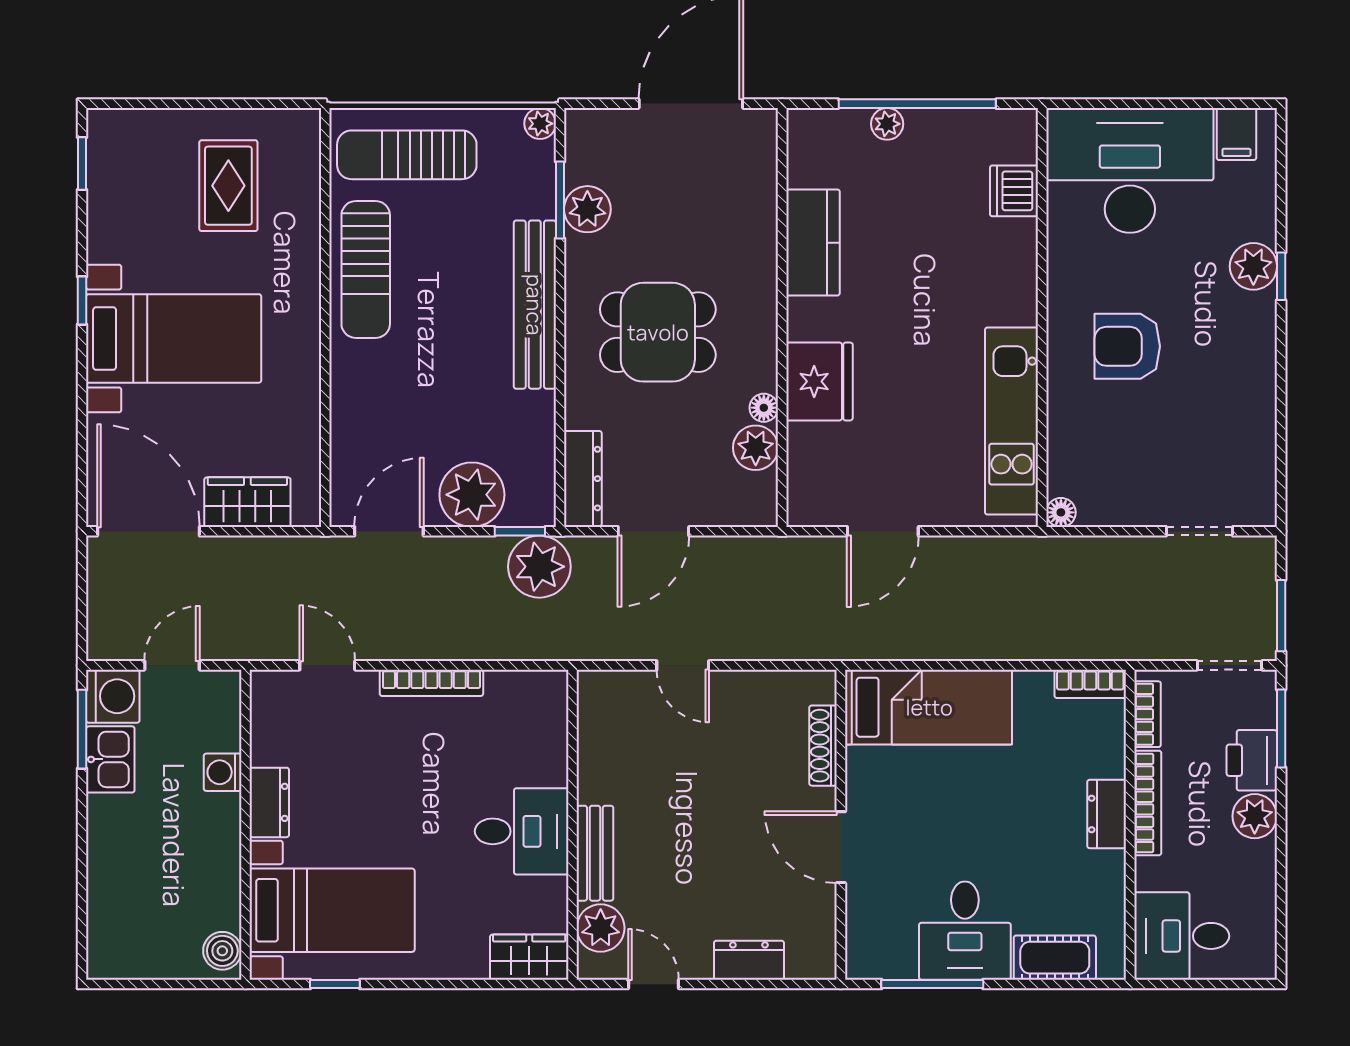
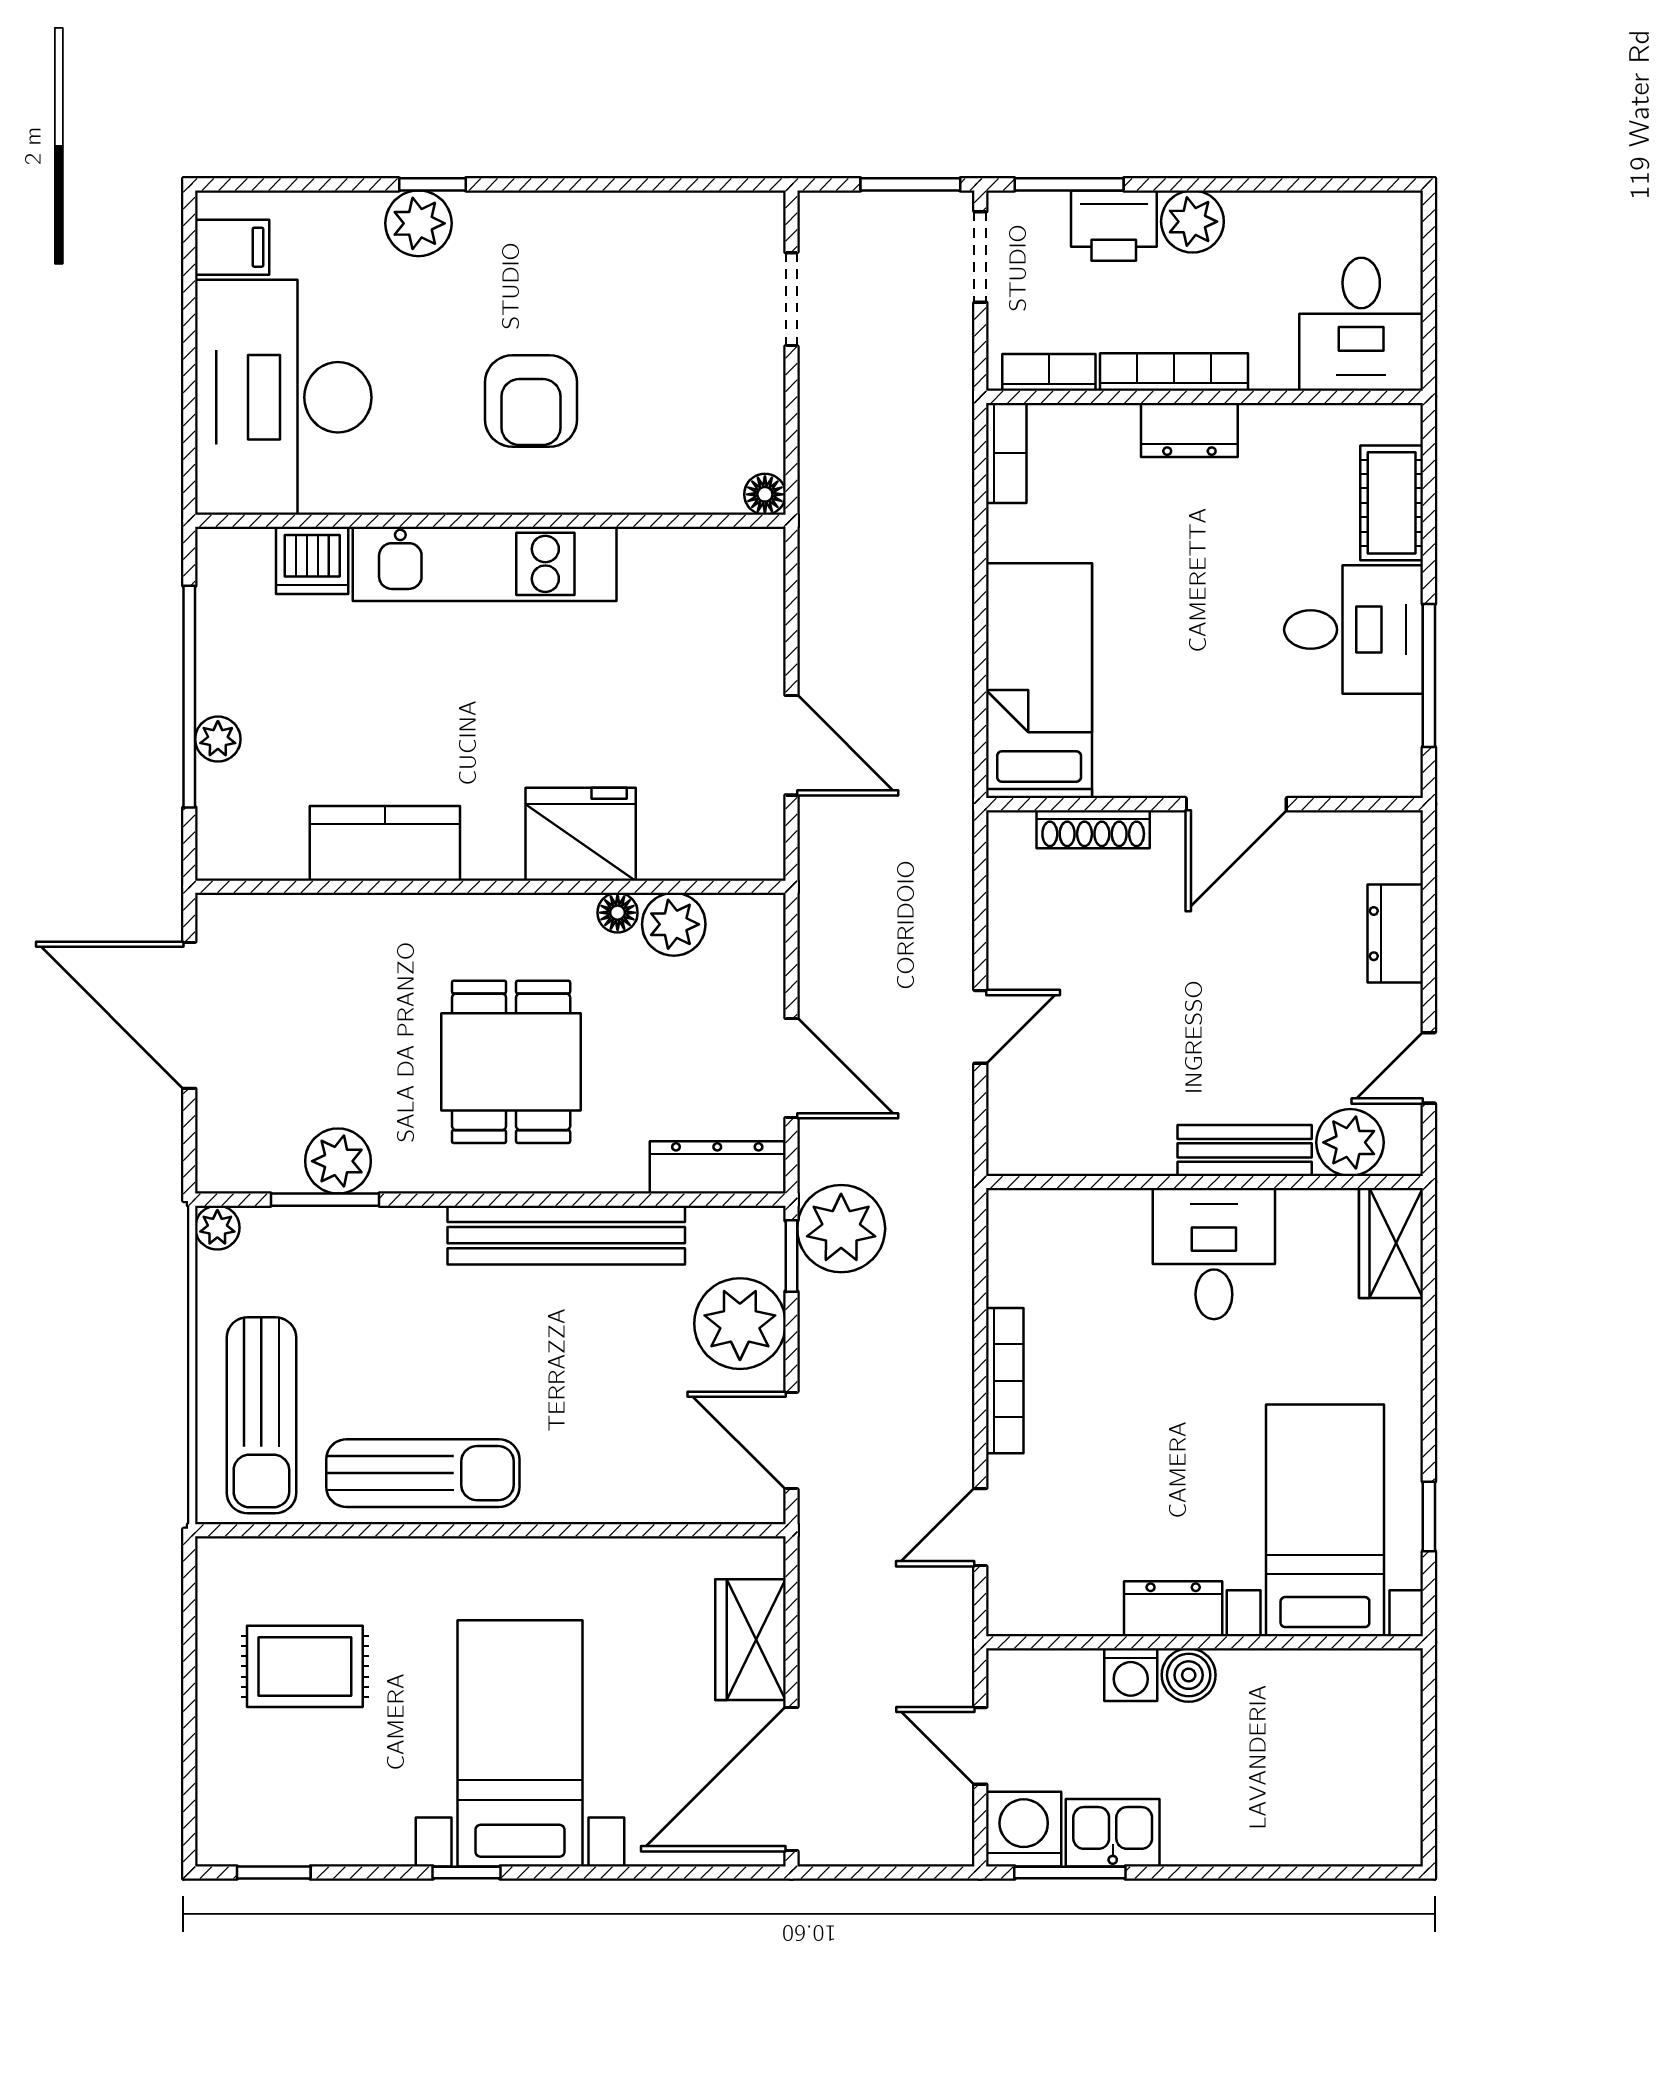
bench: (535, 305) -> (566, 1235), moved
kitchen unit: (1012, 421) -> (485, 564), moved
boiler: (222, 951) -> (1189, 1675), moved

